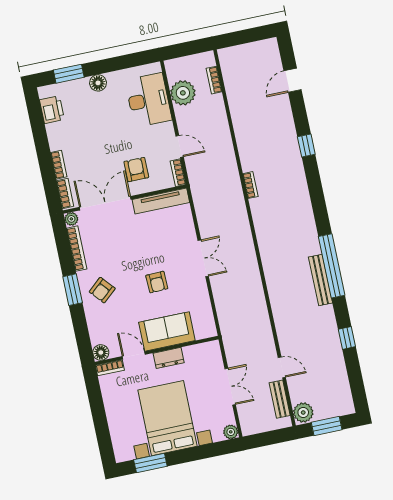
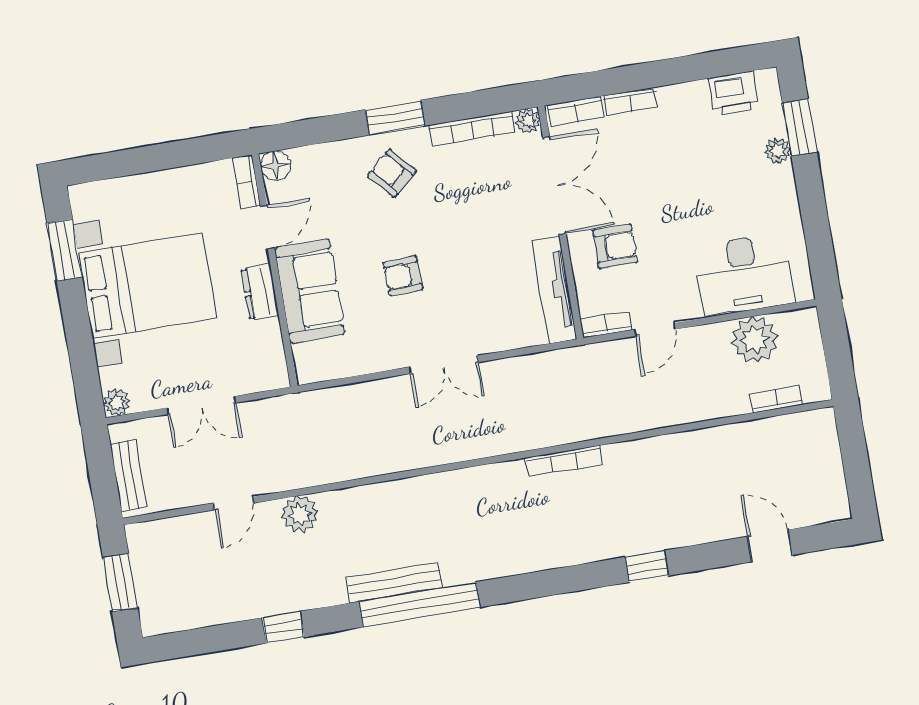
floor lamp: (98, 83) -> (780, 182), removed
plant: (82, 85) -> (778, 151), added
bookcase: (250, 185) -> (564, 461), width x1.56
bench: (280, 399) -> (129, 476), moved, turned 90
plant: (303, 412) -> (300, 514), moved

